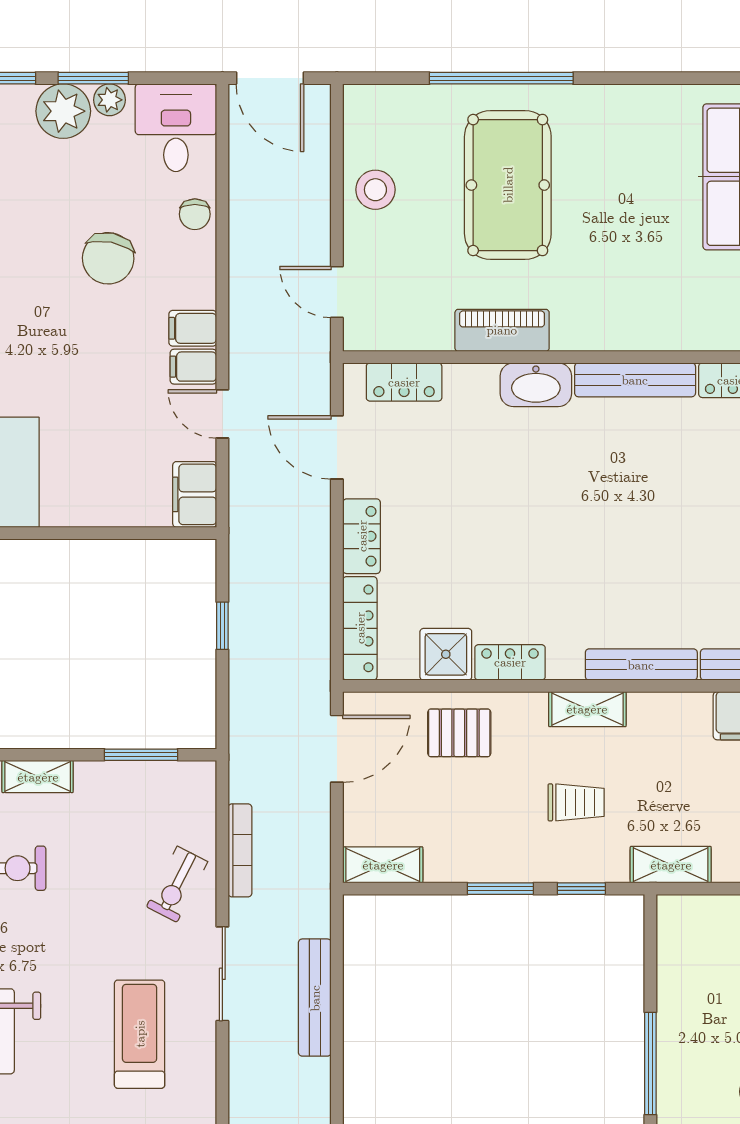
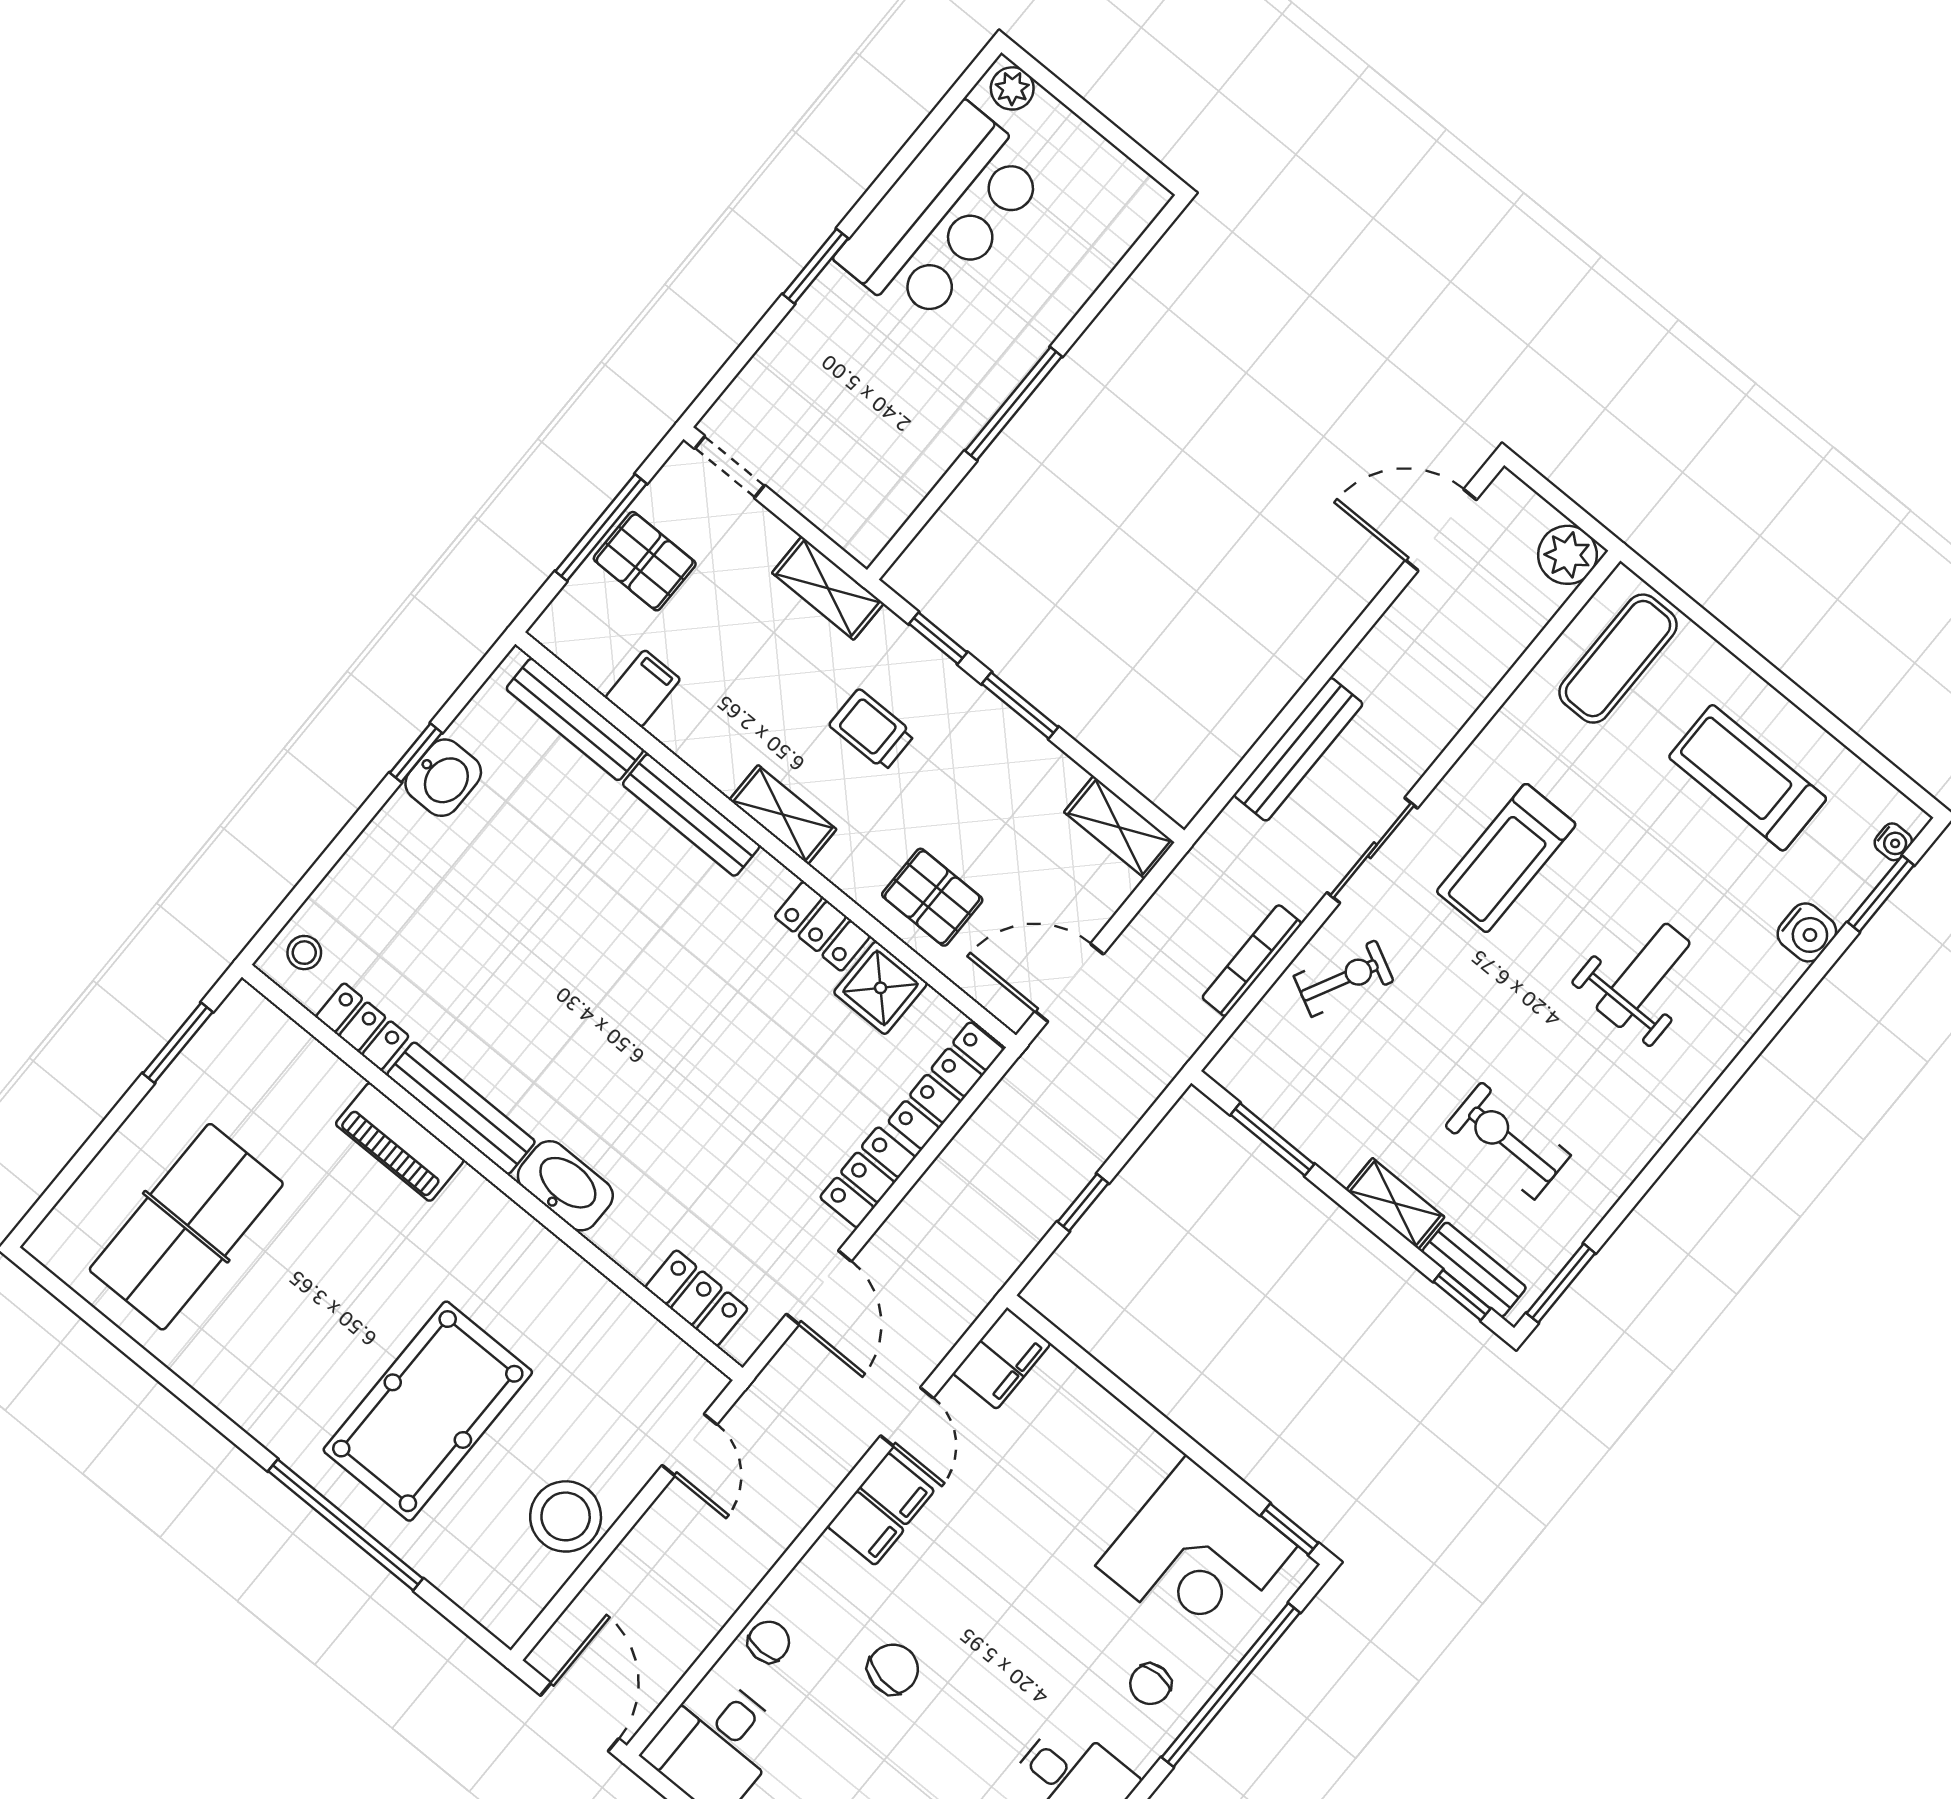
stool: (375, 190) -> (566, 1516), width x1.38, depth x1.38
chair: (108, 258) -> (893, 1669), width x0.73, depth x0.73
piano: (502, 330) -> (400, 1142), moved

